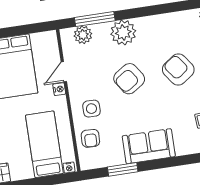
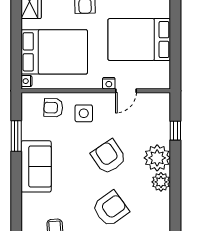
window: (95, 19) -> (175, 131), width x0.46
plant: (83, 35) -> (161, 182), moved
door: (64, 72) -> (126, 91), swing flipped
bed: (44, 144) -> (54, 52), width x1.50

